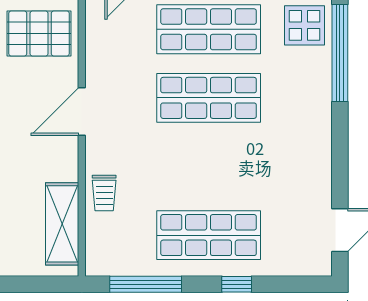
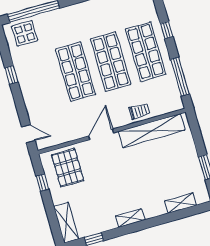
shop shelf: (209, 29) -> (111, 62), moved
door: (82, 112) -> (101, 134), swing flipped
shelving: (62, 224) -> (152, 131), width x1.47

